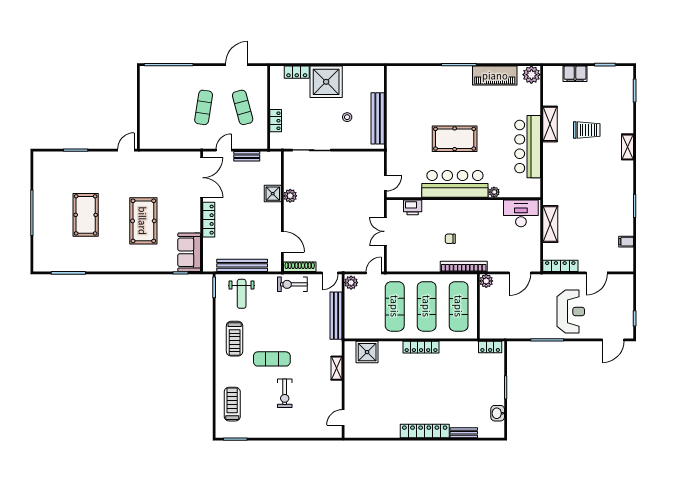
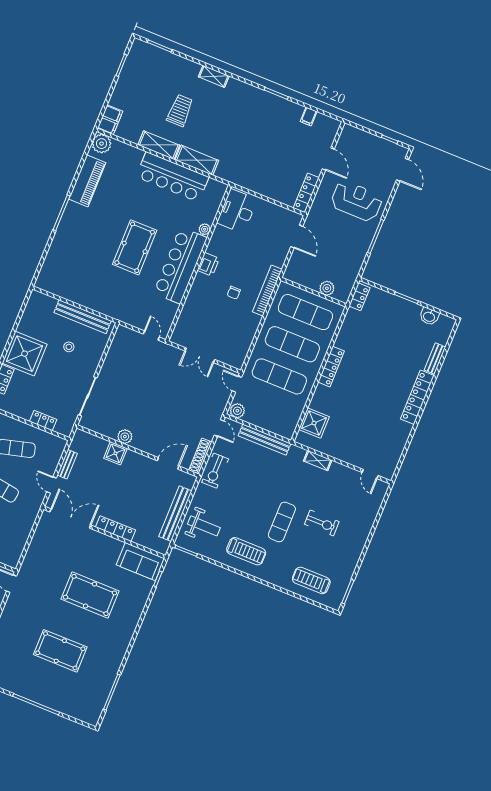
filing cabinet: (575, 74) -> (110, 120), moved
printer: (413, 207) -> (208, 264), moved
shelving: (550, 224) -> (197, 160), moved
plant: (486, 281) -> (327, 288), moved

